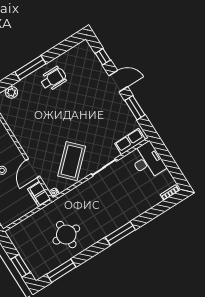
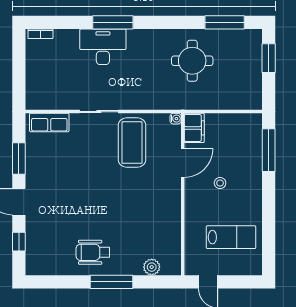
coffee table: (72, 161) -> (132, 143), turned -46
desk: (147, 161) -> (103, 47), moved, turned 90
window: (120, 233) -> (113, 22), moved

